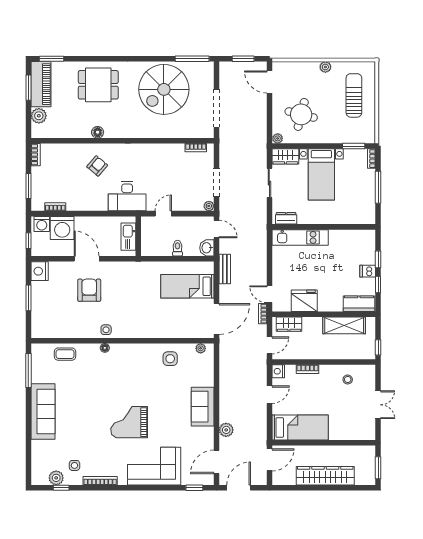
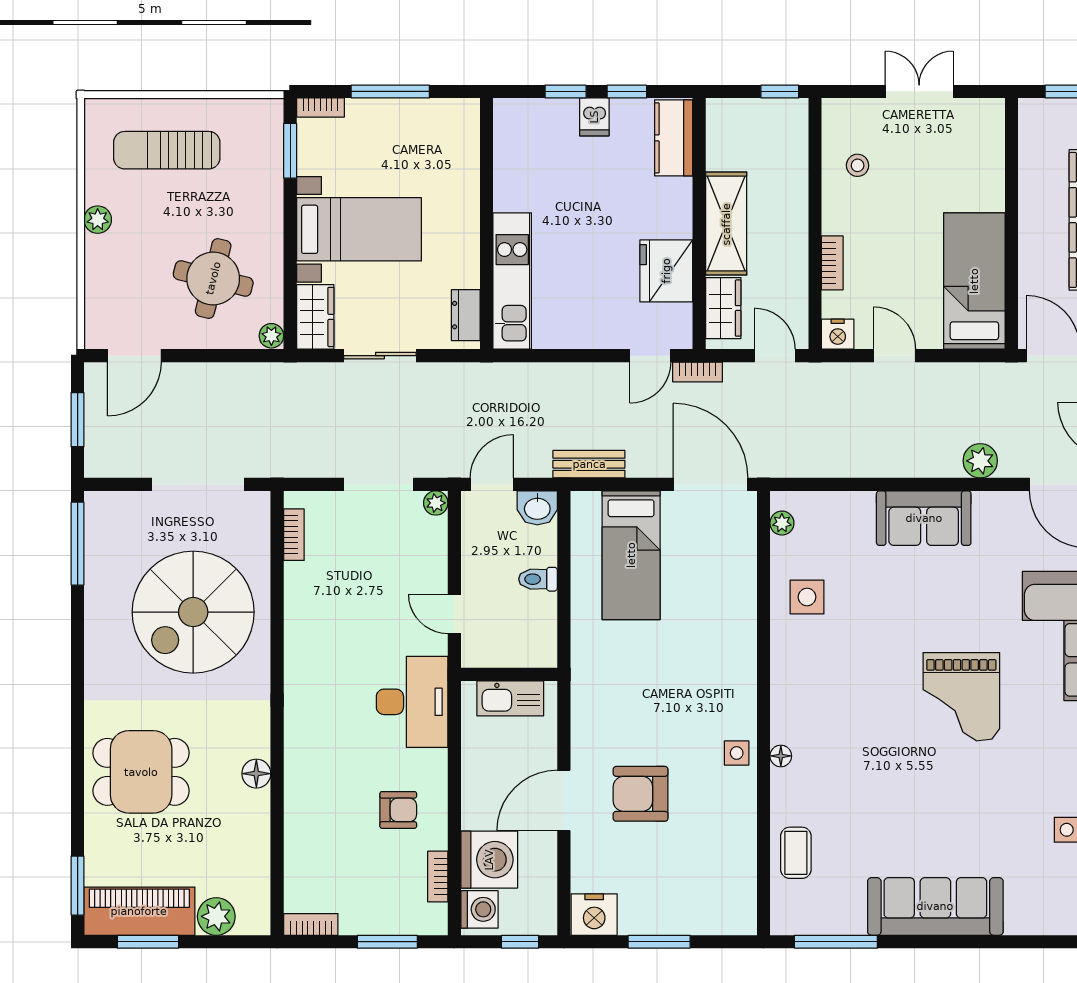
dining table: (98, 85) -> (141, 772), turned 90
spiral stairs: (164, 89) -> (193, 612), moved, turned 90
armchair: (97, 166) -> (398, 810), moved, turned 140
shelving: (344, 325) -> (726, 224), moved

